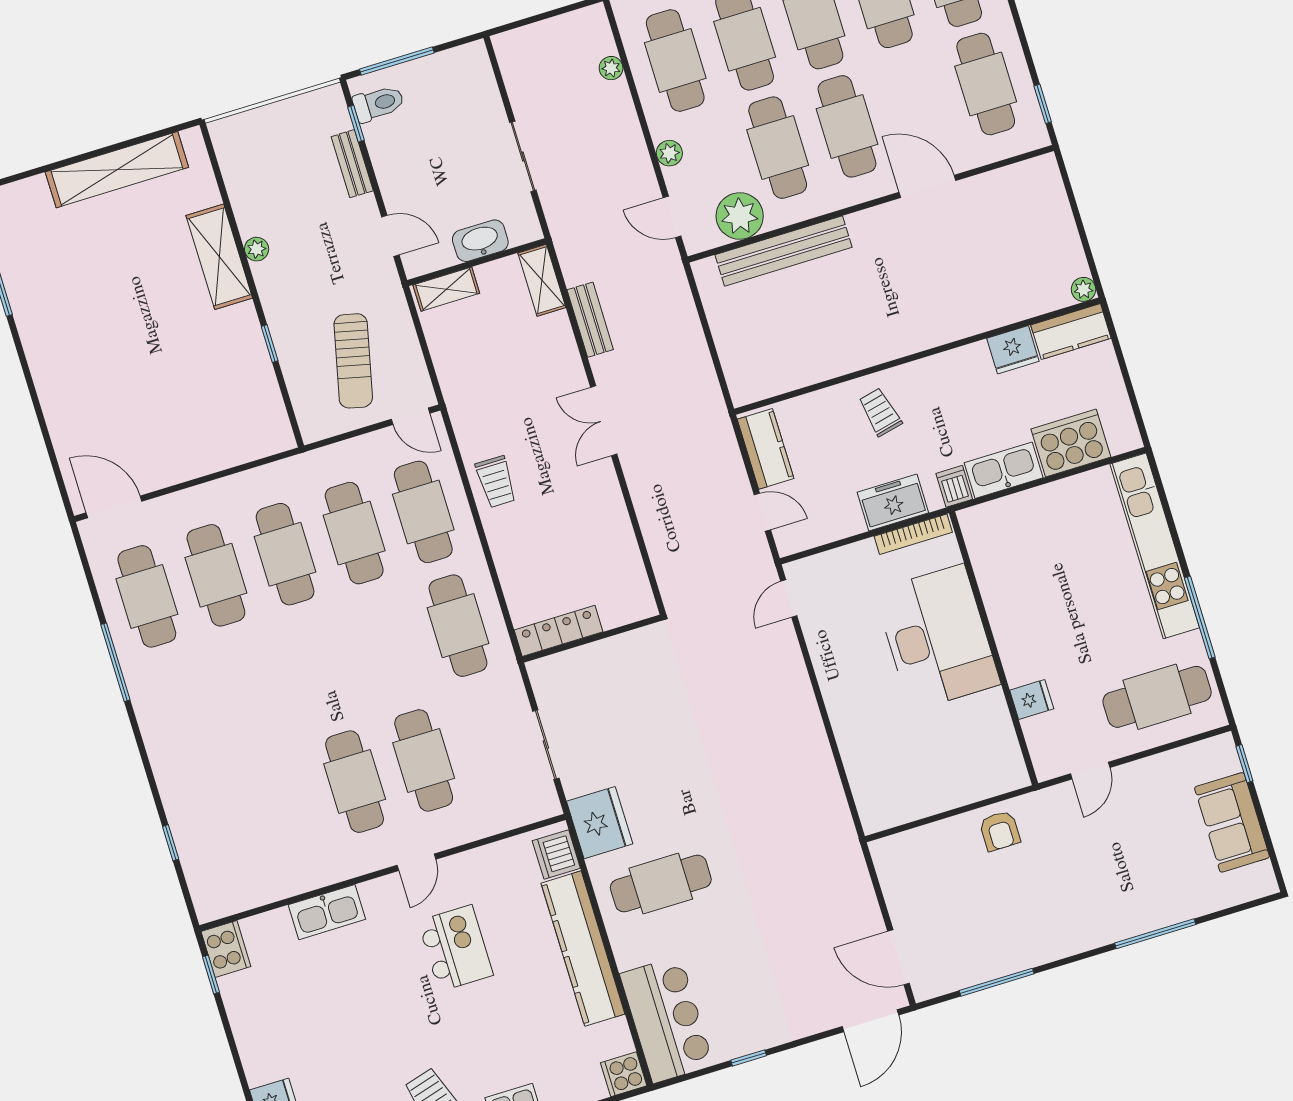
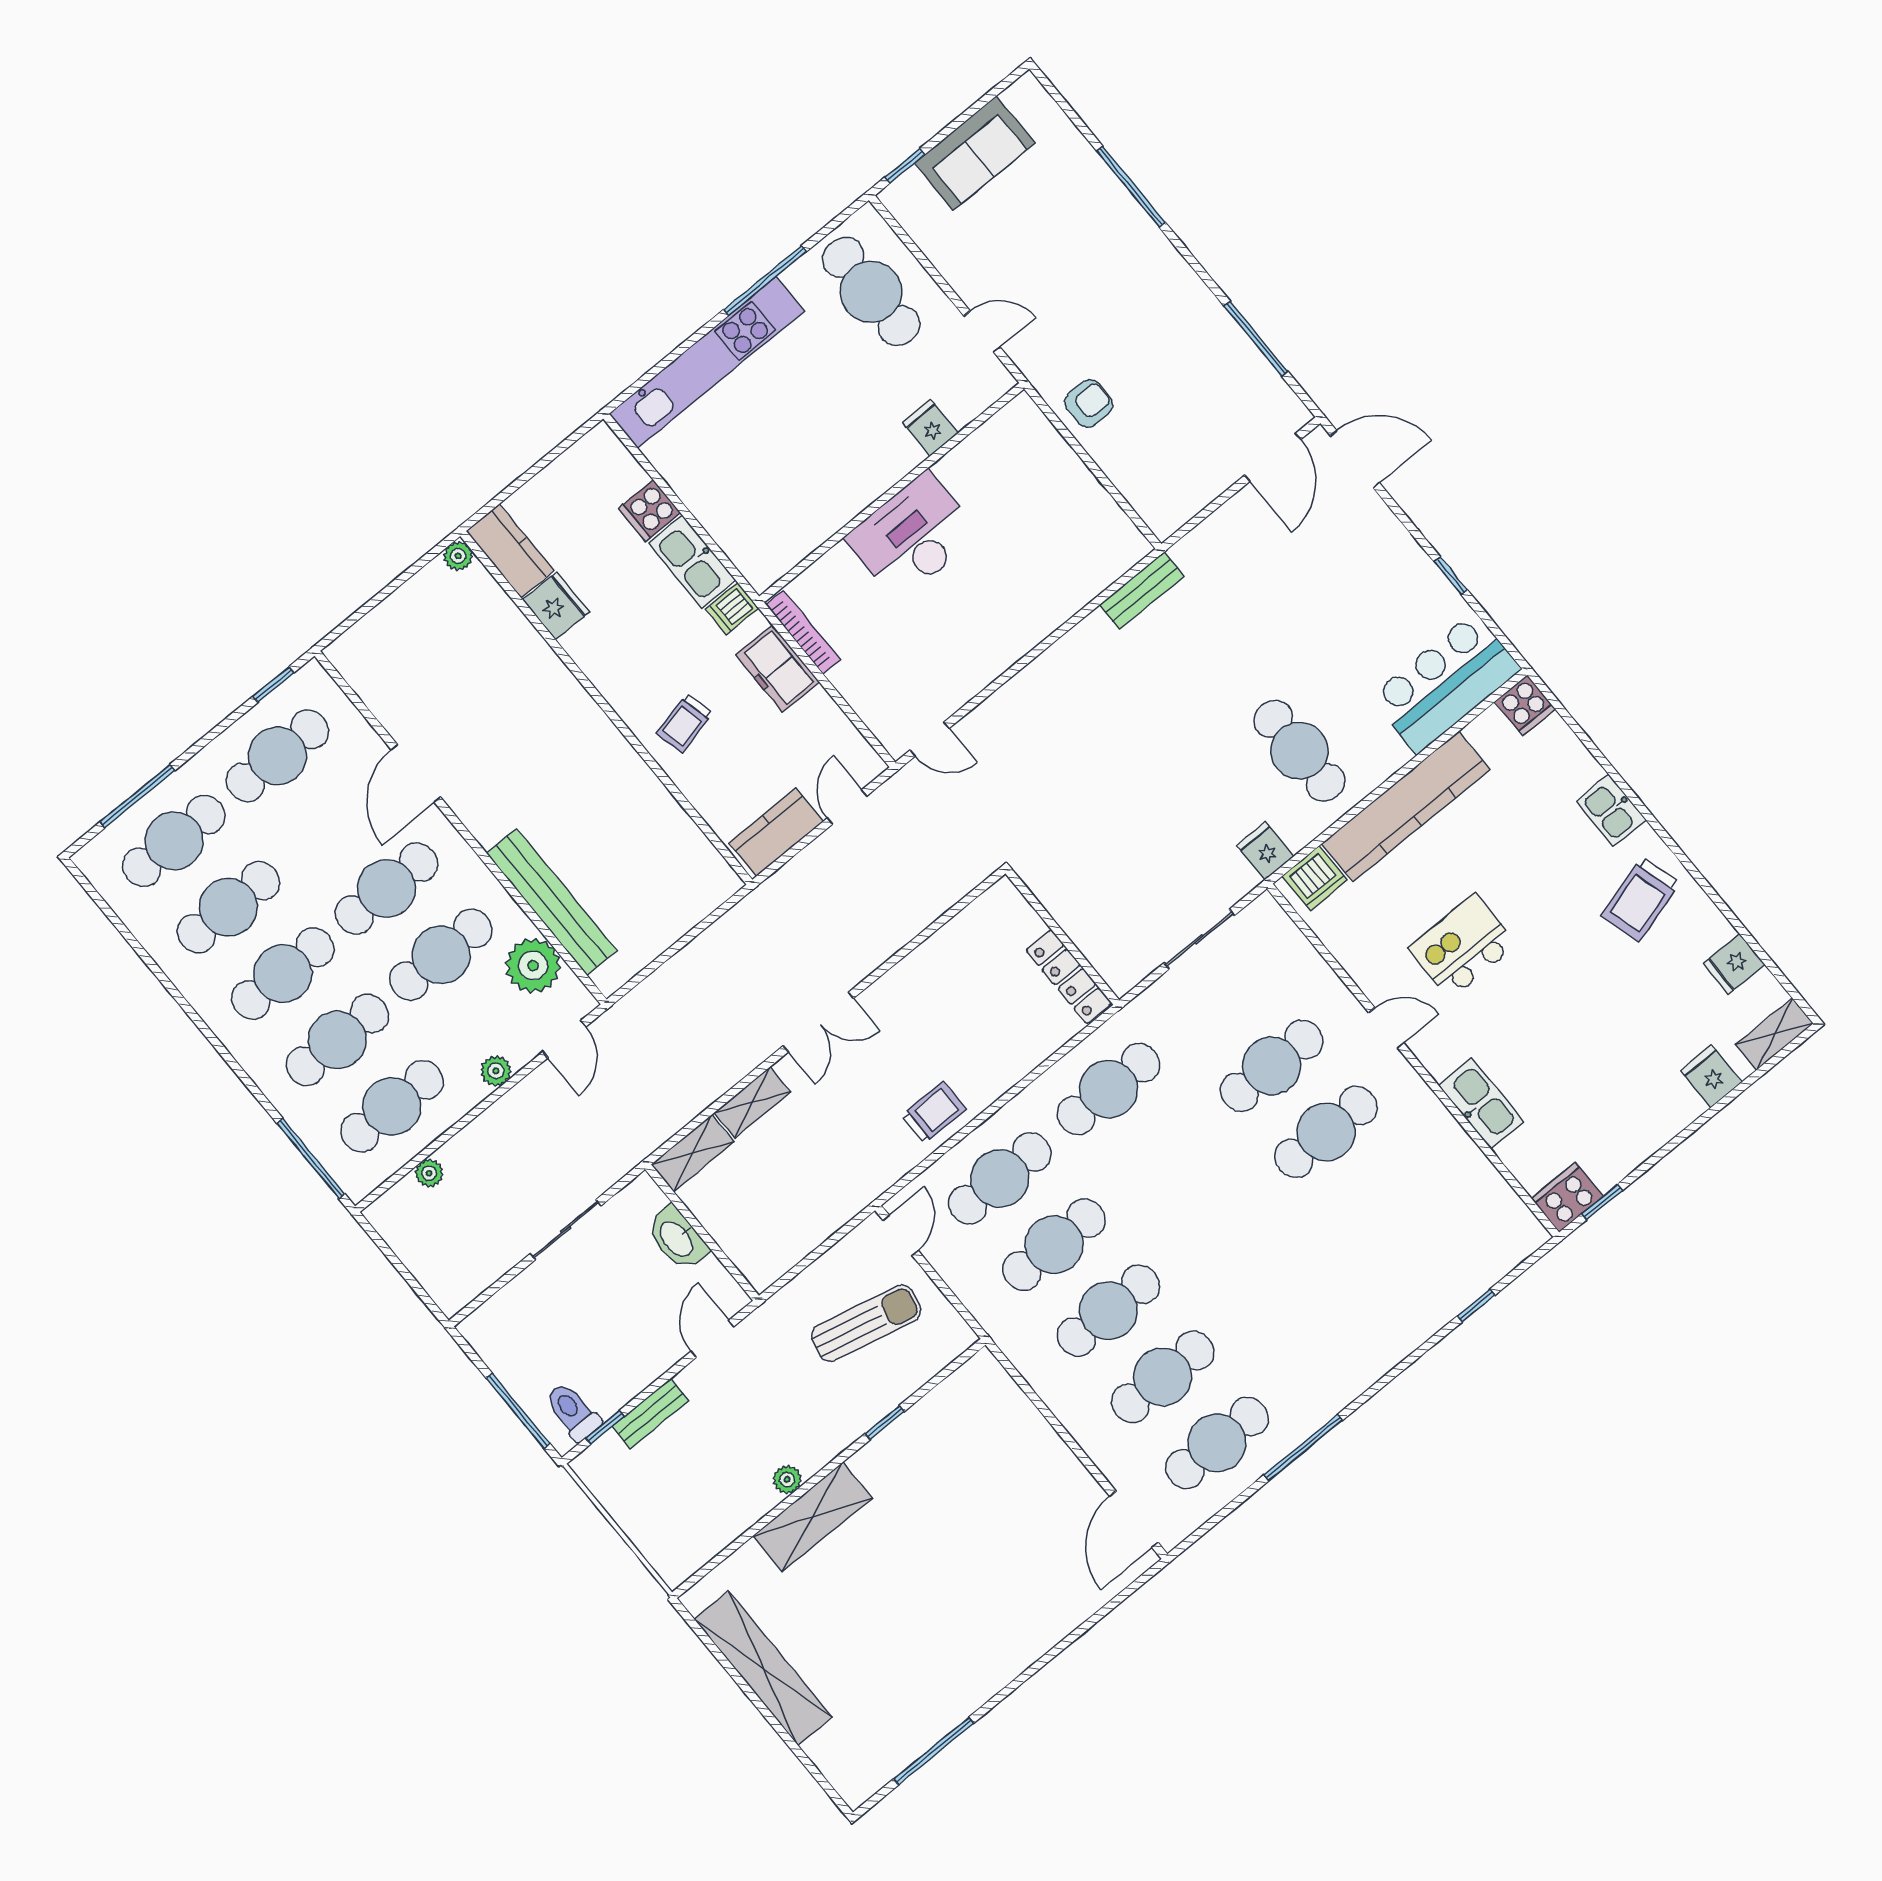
shelving: (446, 289) -> (752, 1102), moved, turned 90
bench: (590, 320) -> (1142, 591), moved
cooker: (1071, 443) -> (649, 511), width x0.53, depth x0.76
desk: (937, 637) -> (913, 536), width x0.73, depth x0.77
fridge: (600, 823) -> (1265, 851), width x0.53, depth x0.75

